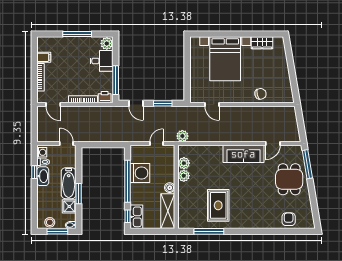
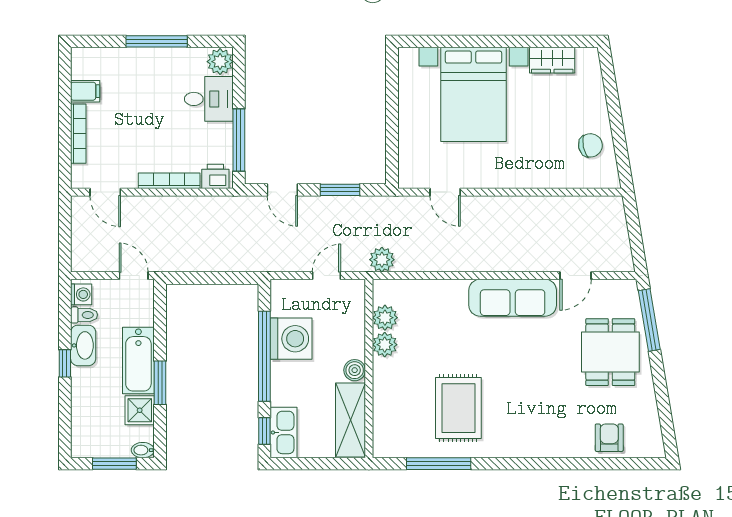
chair: (261, 94) -> (590, 145), moved
window: (34, 172) -> (65, 363), moved
stool: (50, 222) -> (98, 444), removed

